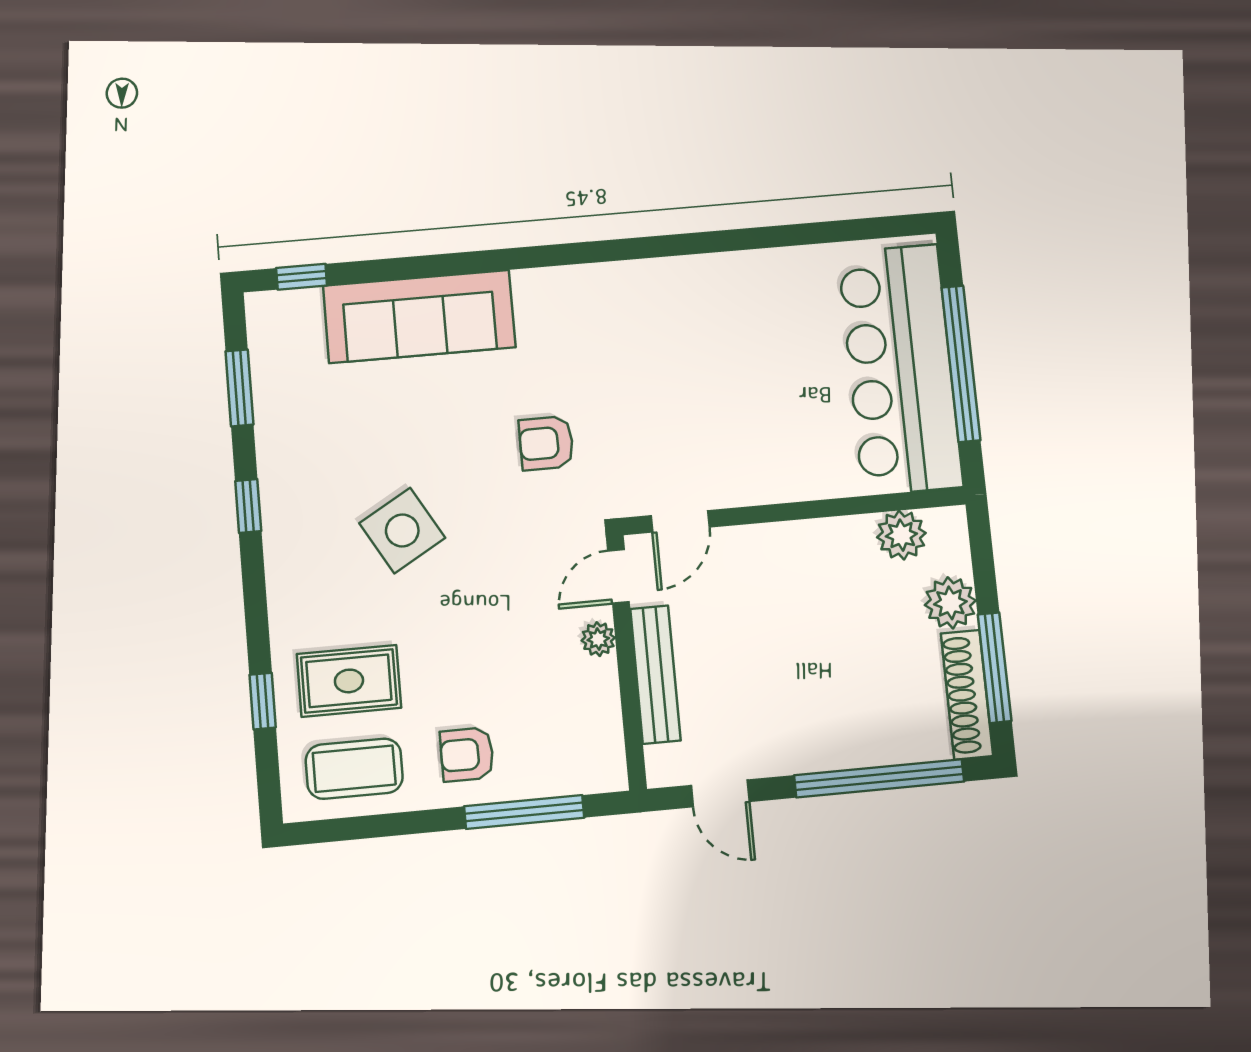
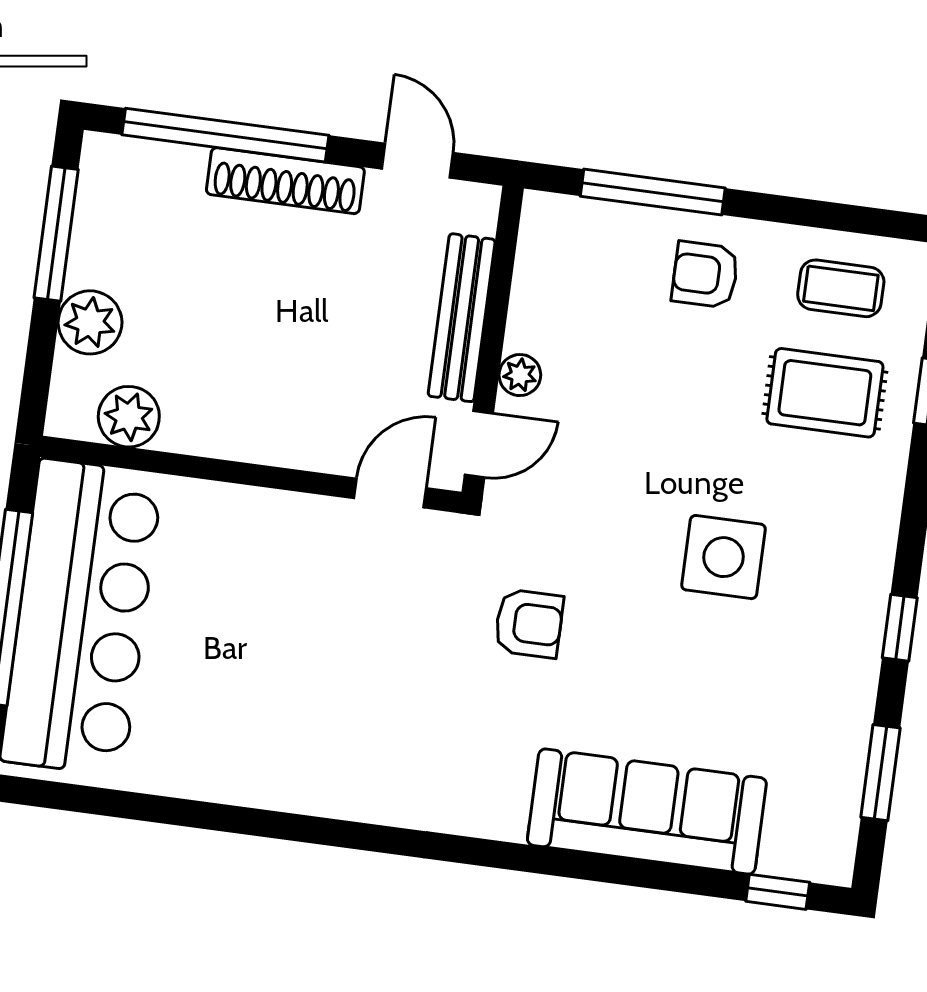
side table: (402, 531) -> (724, 557), turned 30
shoe rack: (967, 695) -> (285, 181), moved, turned 90
armchair: (467, 754) -> (705, 275), turned 180
coffee table: (354, 769) -> (841, 288), width x0.73, depth x0.77

